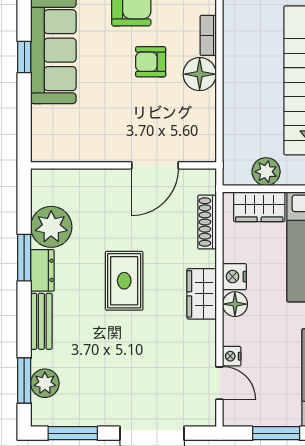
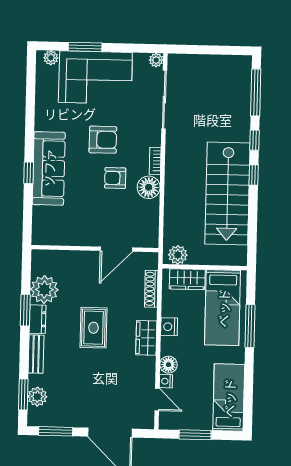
plant: (266, 172) -> (178, 255), moved
floor lamp: (235, 304) -> (169, 365), moved

